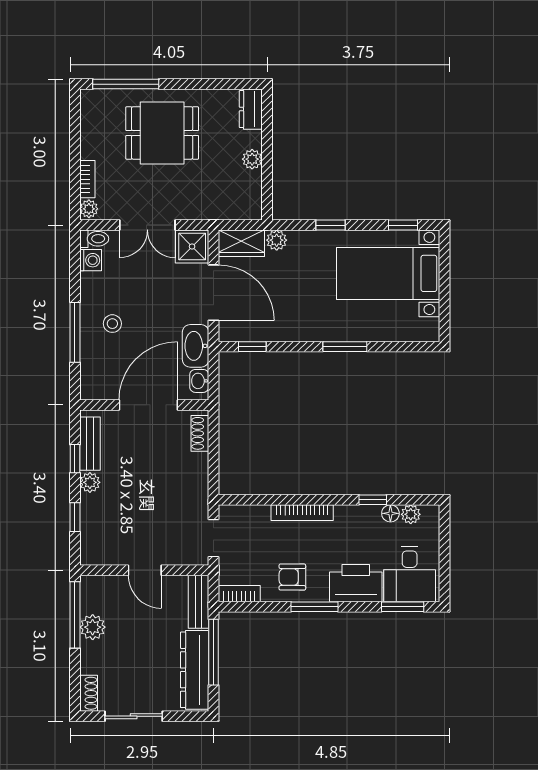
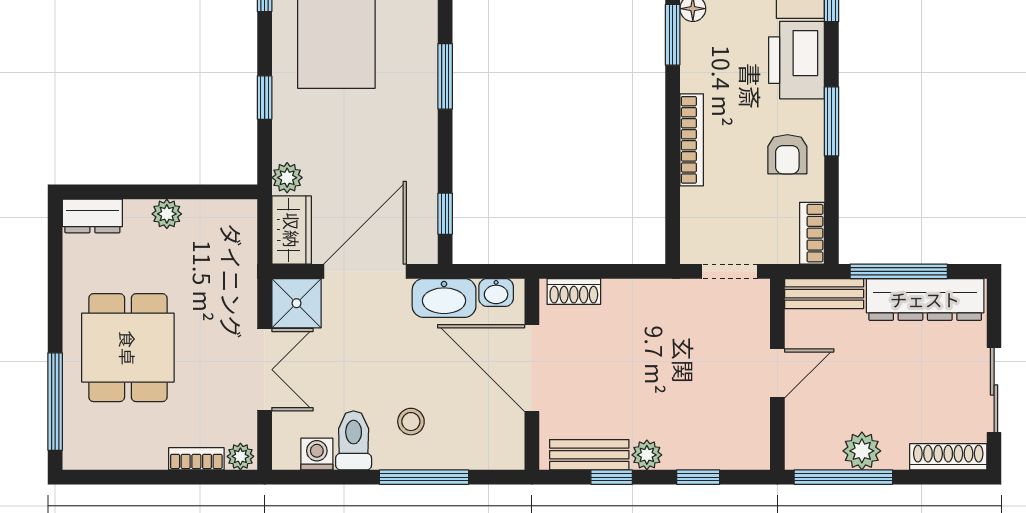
toilet: (94, 239) -> (354, 440), moved, width x1.37, depth x1.39
window: (373, 500) -> (673, 35), width x1.50
shoe rack: (89, 693) -> (948, 457), width x1.43

